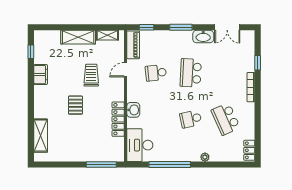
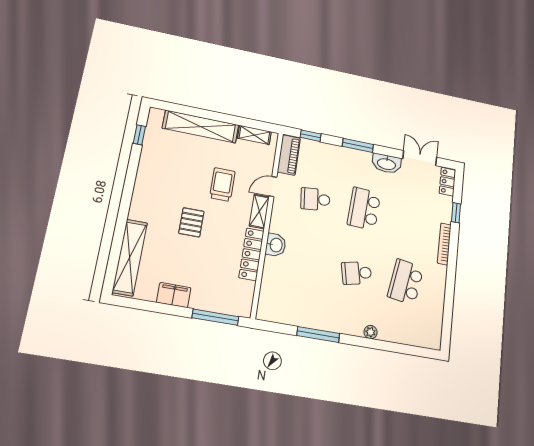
double door: (227, 27) -> (420, 158), swing flipped
shelving: (78, 37) -> (201, 127), width x1.47
filing cabinet: (41, 75) -> (174, 295), moved, turned -90
shelving: (119, 89) -> (259, 211), added
school desk: (226, 119) -> (406, 282), turned 33
shelving: (41, 136) -> (130, 257), width x1.47
desk: (140, 145) -> (278, 298), removed
locker: (249, 150) -> (447, 182), moved
window: (170, 165) -> (318, 335), width x0.68

